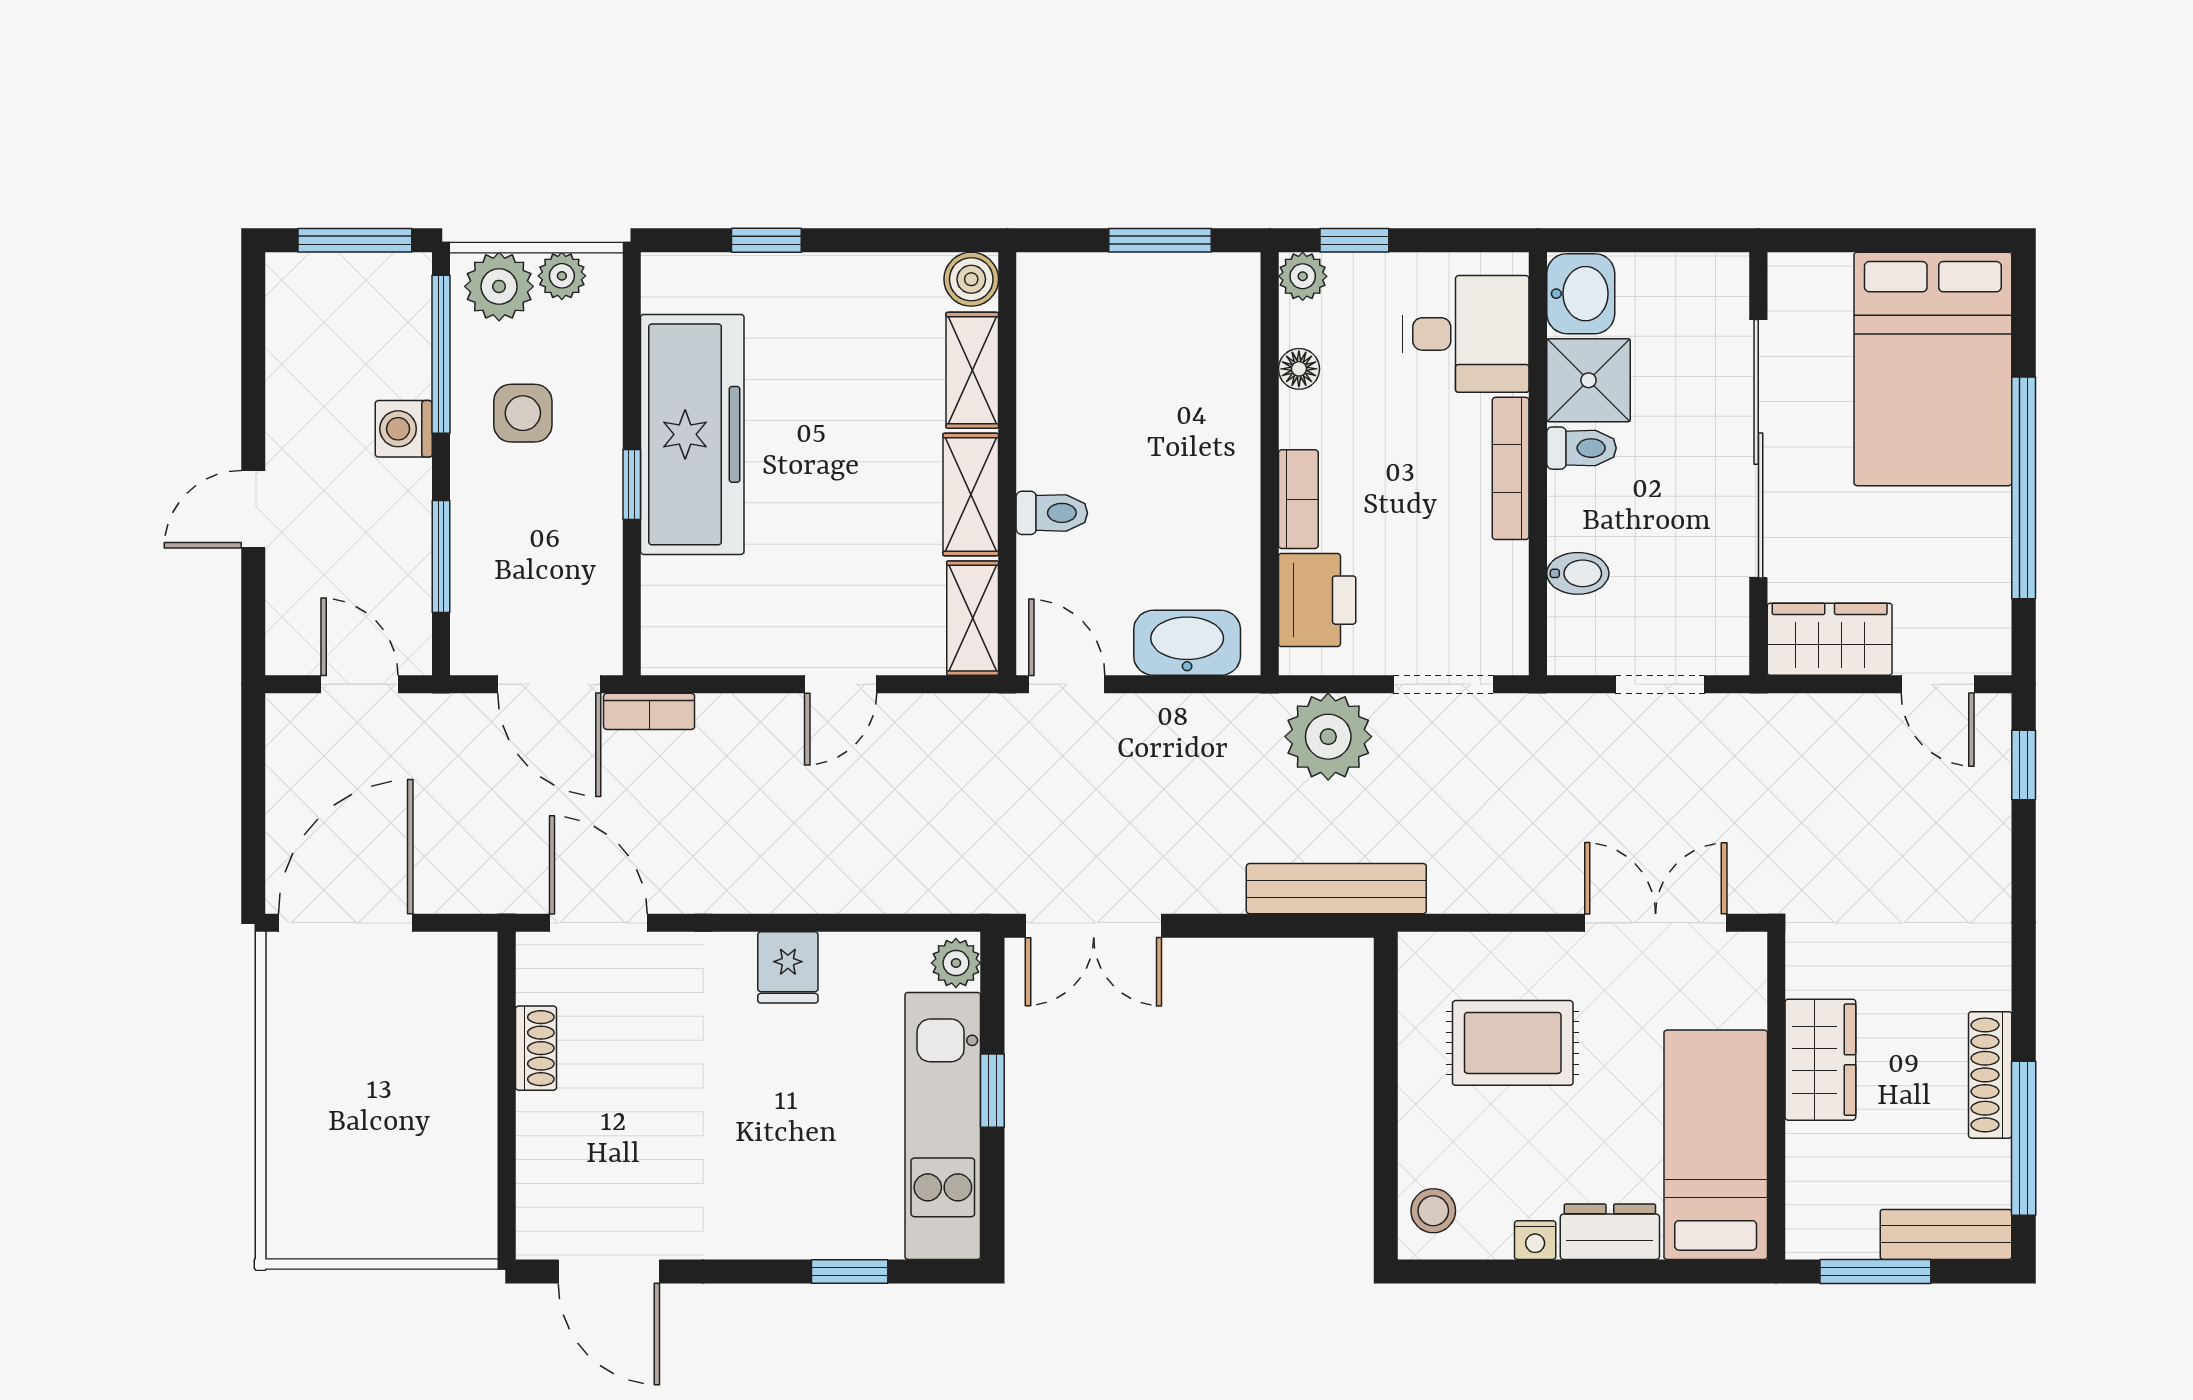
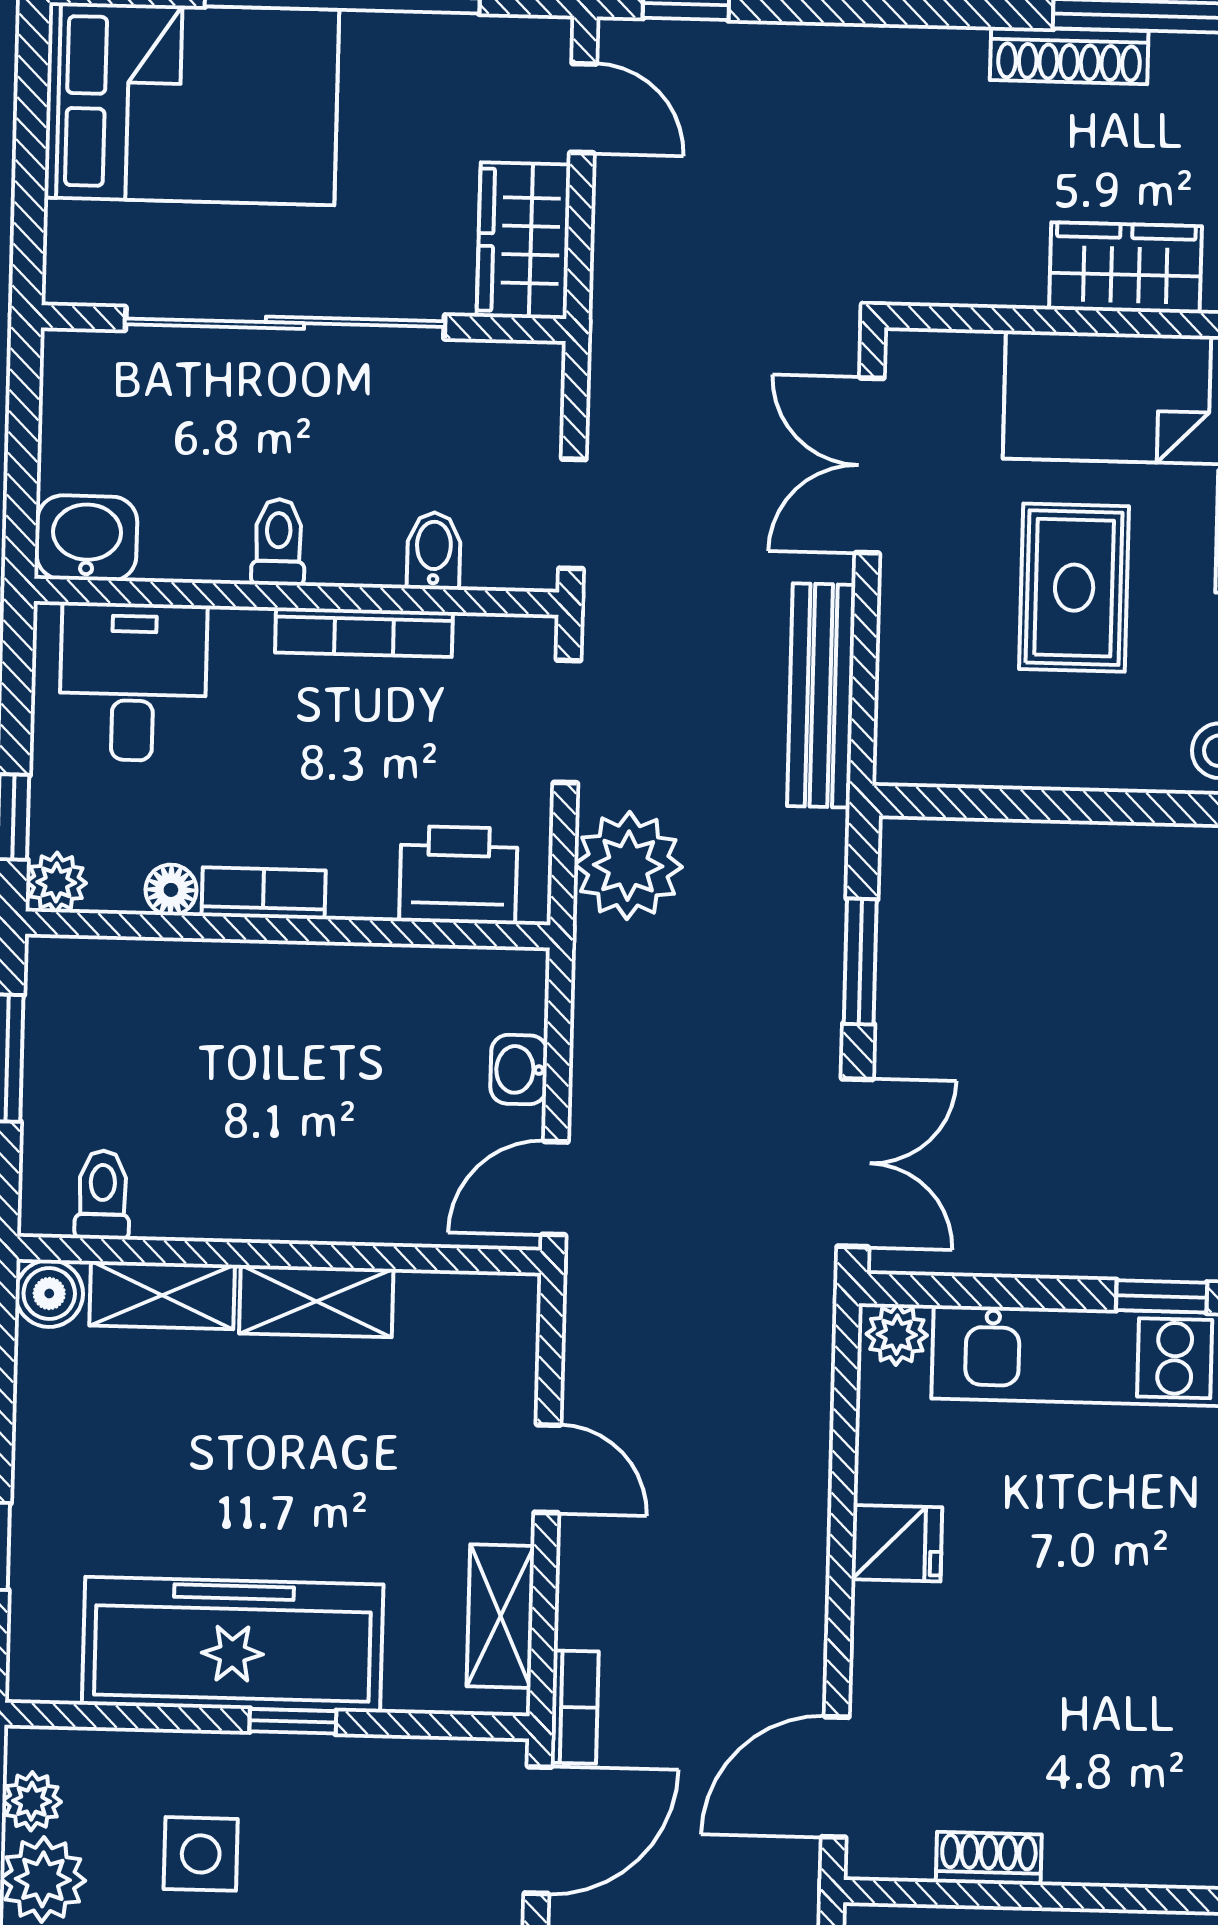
shower: (1588, 380) -> (195, 531), removed
bookcase: (1511, 468) -> (364, 632), moved
bookcase: (1298, 499) -> (264, 893), moved
toilet: (1052, 513) -> (103, 1195), moved
shelving: (973, 618) -> (500, 1616), moved, turned 90
washbasin: (1187, 643) -> (519, 1070), width x0.52, depth x0.69
doorway: (1660, 684) -> (572, 514), moved
door: (1938, 684) -> (583, 108), hinge flipped
bench: (1336, 889) -> (821, 695), moved
window: (1256, 926) -> (860, 962), added
rug: (1513, 1043) -> (1074, 588), moved
wardrobe: (1820, 1060) -> (1125, 268), moved
window: (992, 1091) -> (1162, 1296), moved

